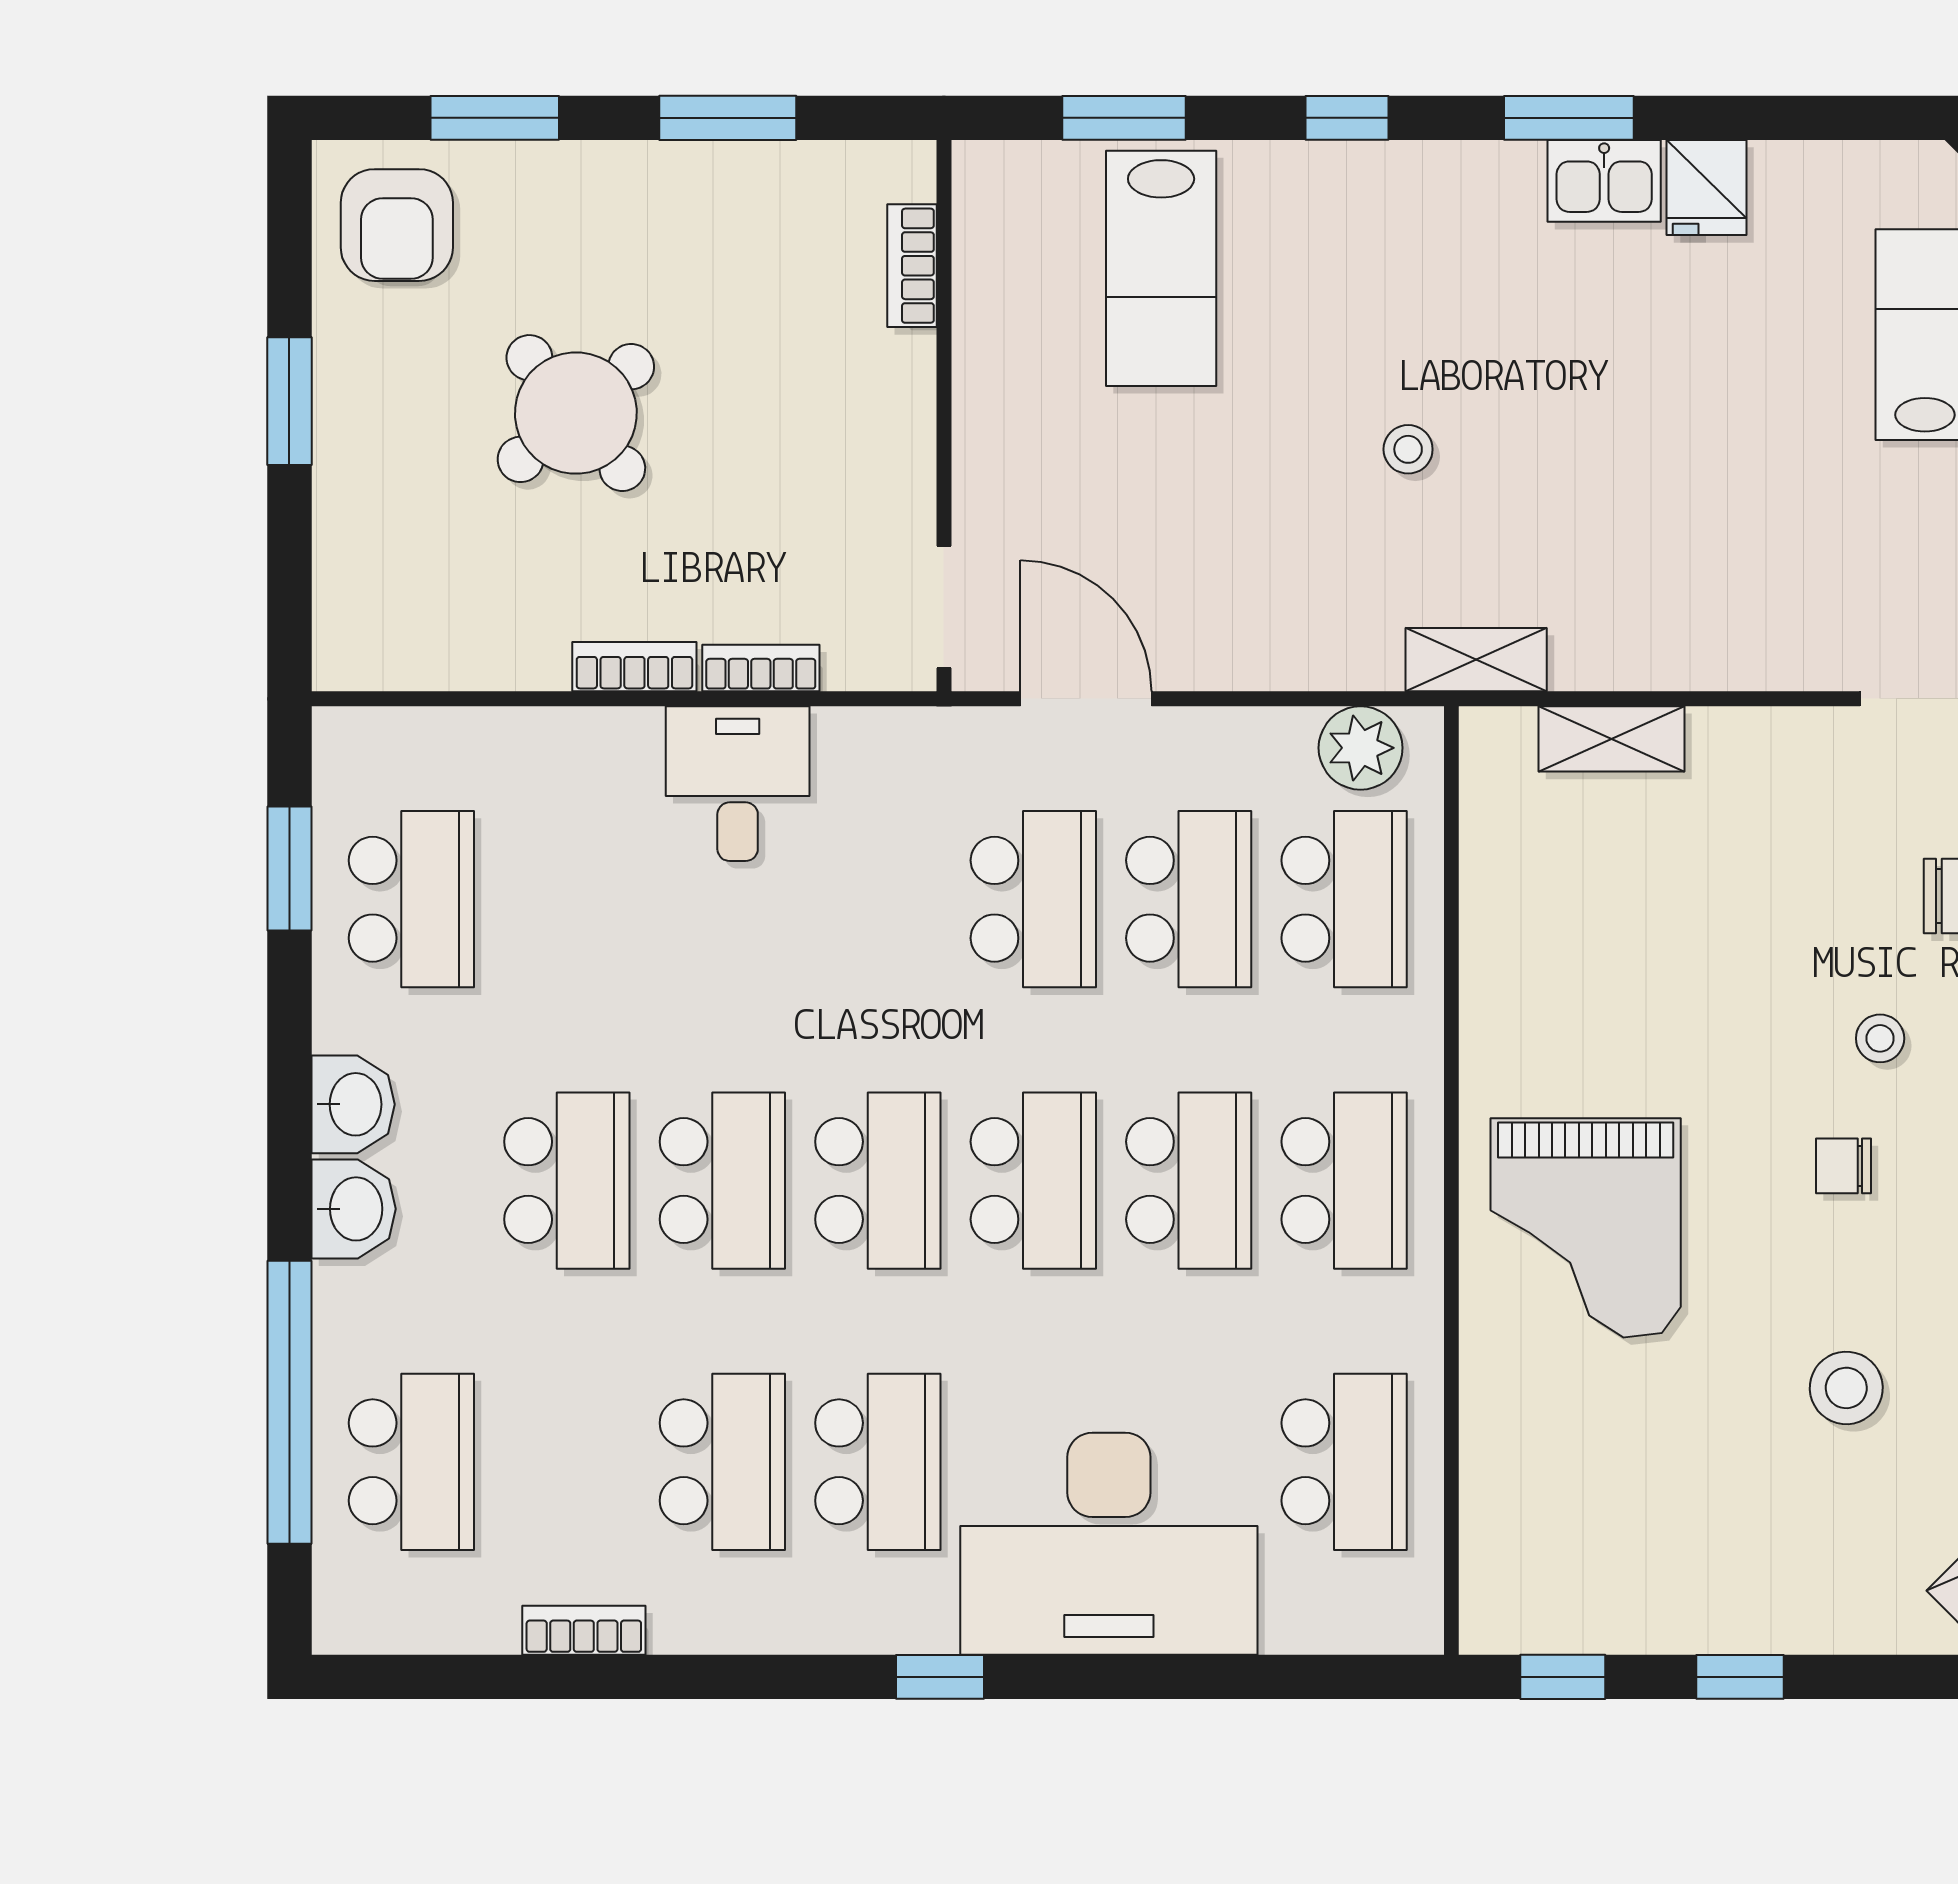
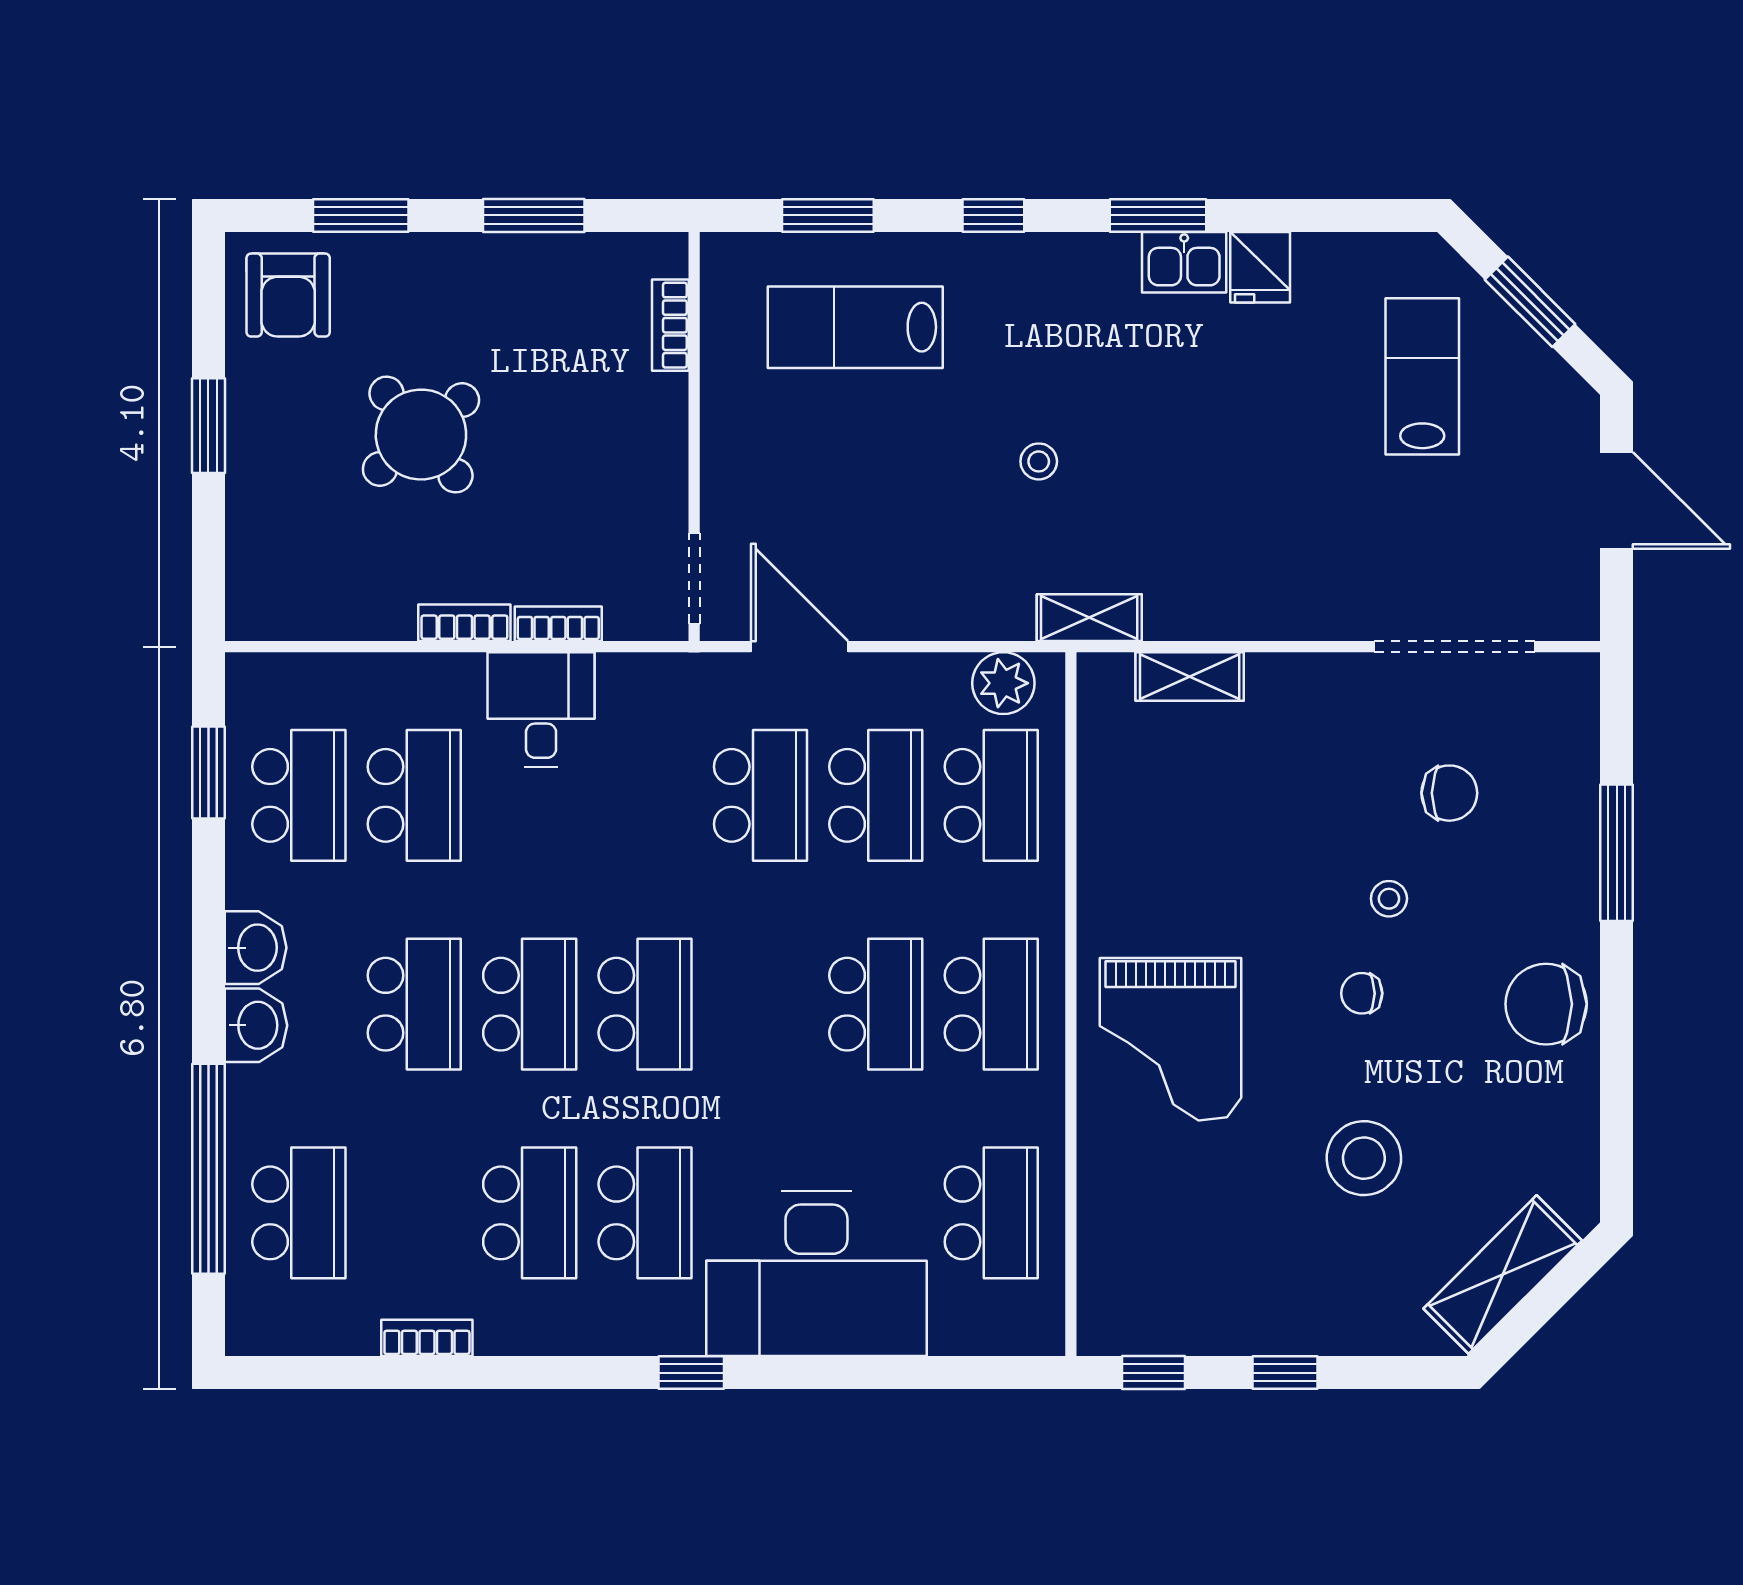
lab bench: (1161, 268) -> (855, 327), turned 90
school desk: (1033, 1181) -> (414, 795), moved
stool: (1846, 1388) -> (1364, 1158), width x1.38, depth x1.38

